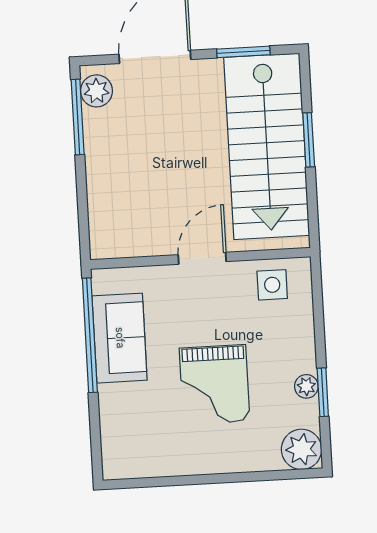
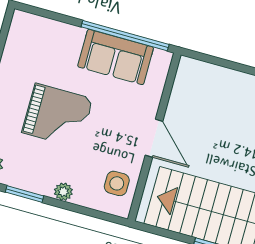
grand piano: (214, 385) -> (57, 116), turned 180
plant: (306, 386) -> (63, 192), moved

